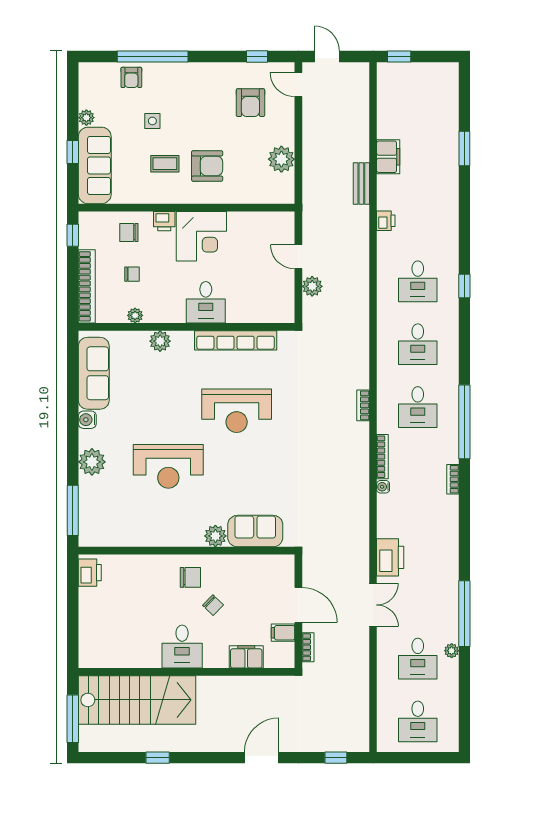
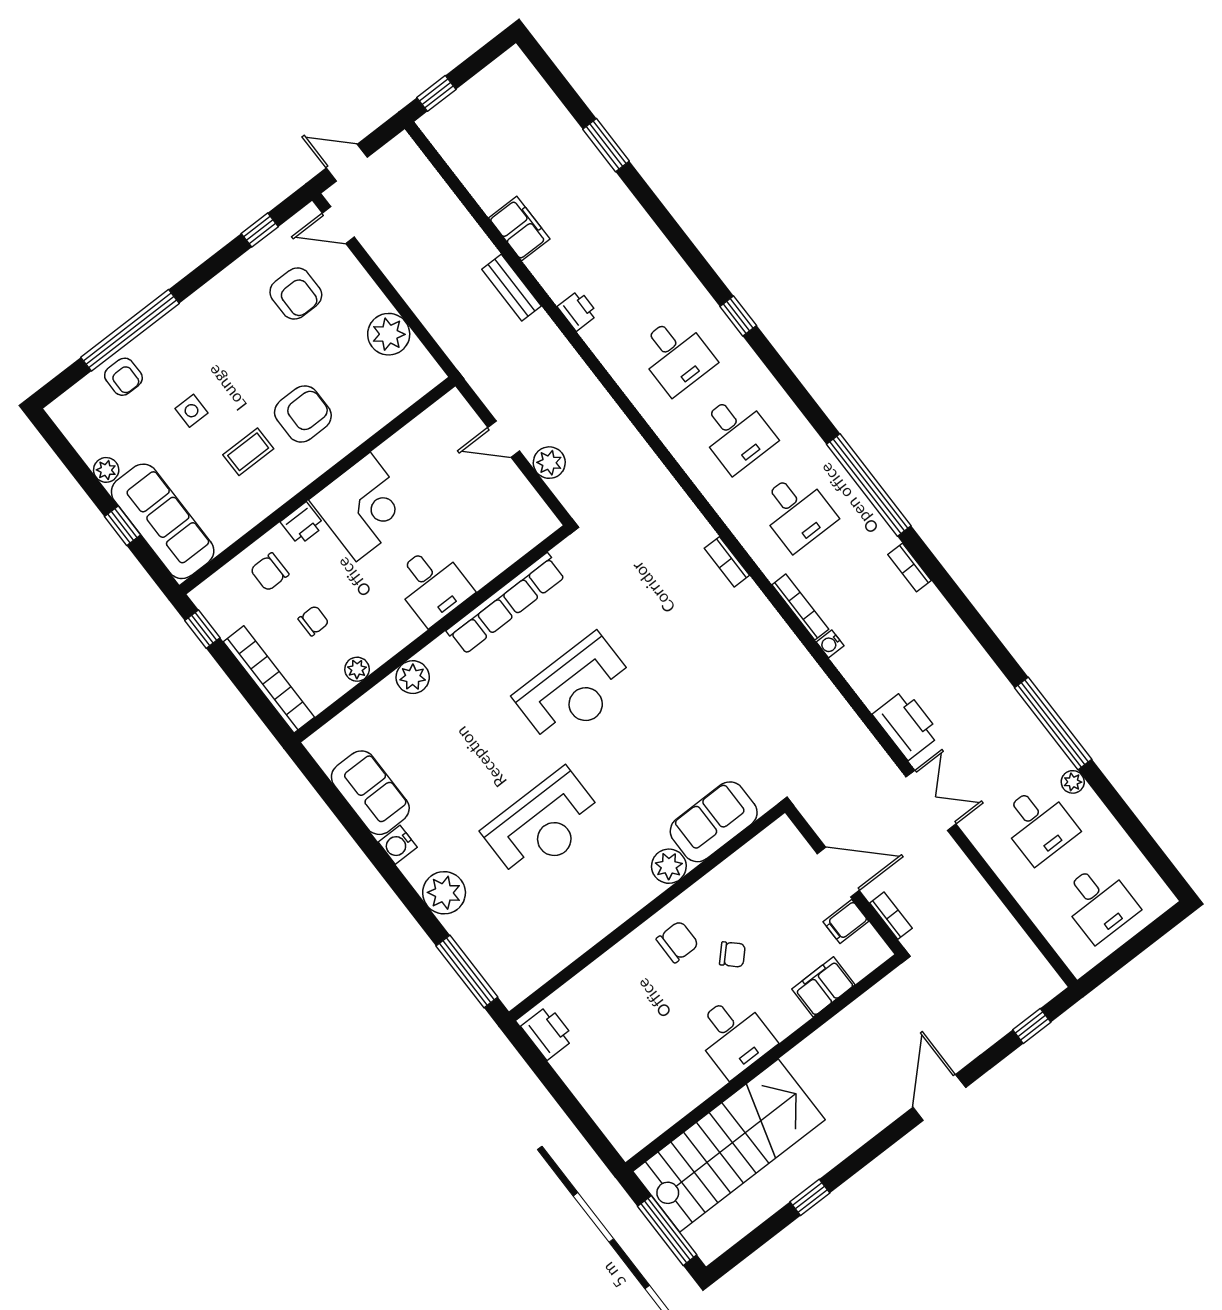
sofa: (94, 373) -> (370, 793), width x0.73

